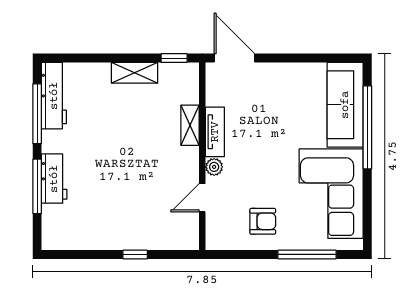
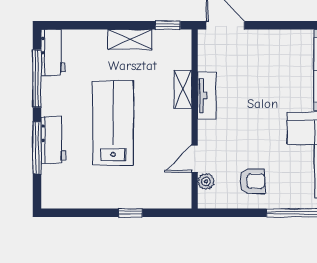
workbench: (54, 96) -> (53, 52), width x0.73
lab bench: (117, 160) -> (113, 123), added
plant: (214, 167) -> (206, 181), moved

